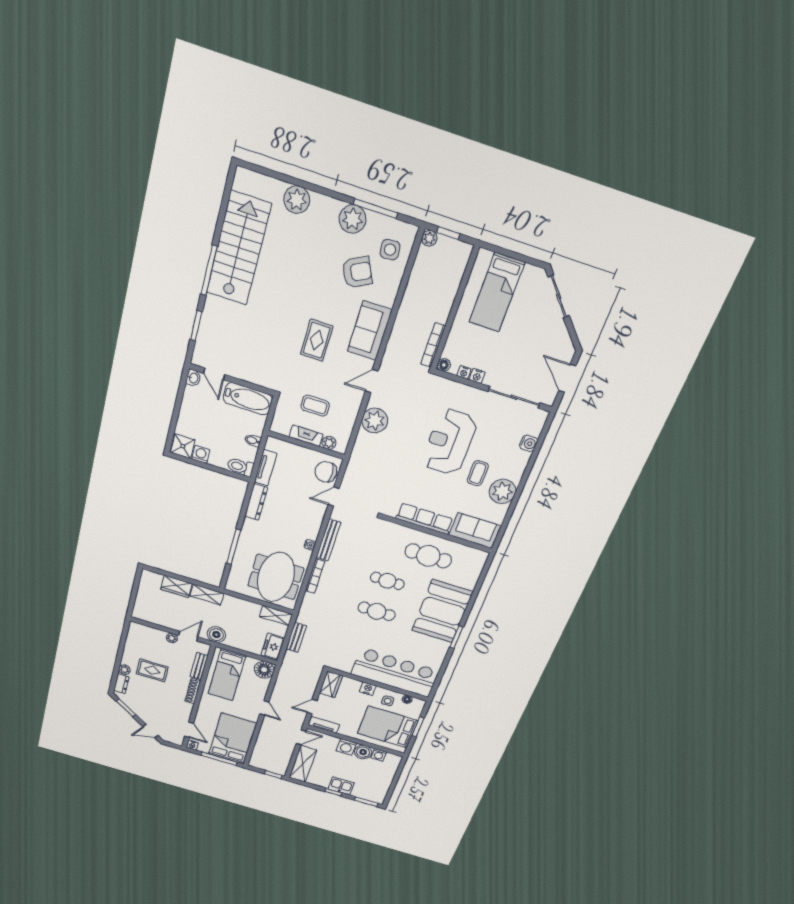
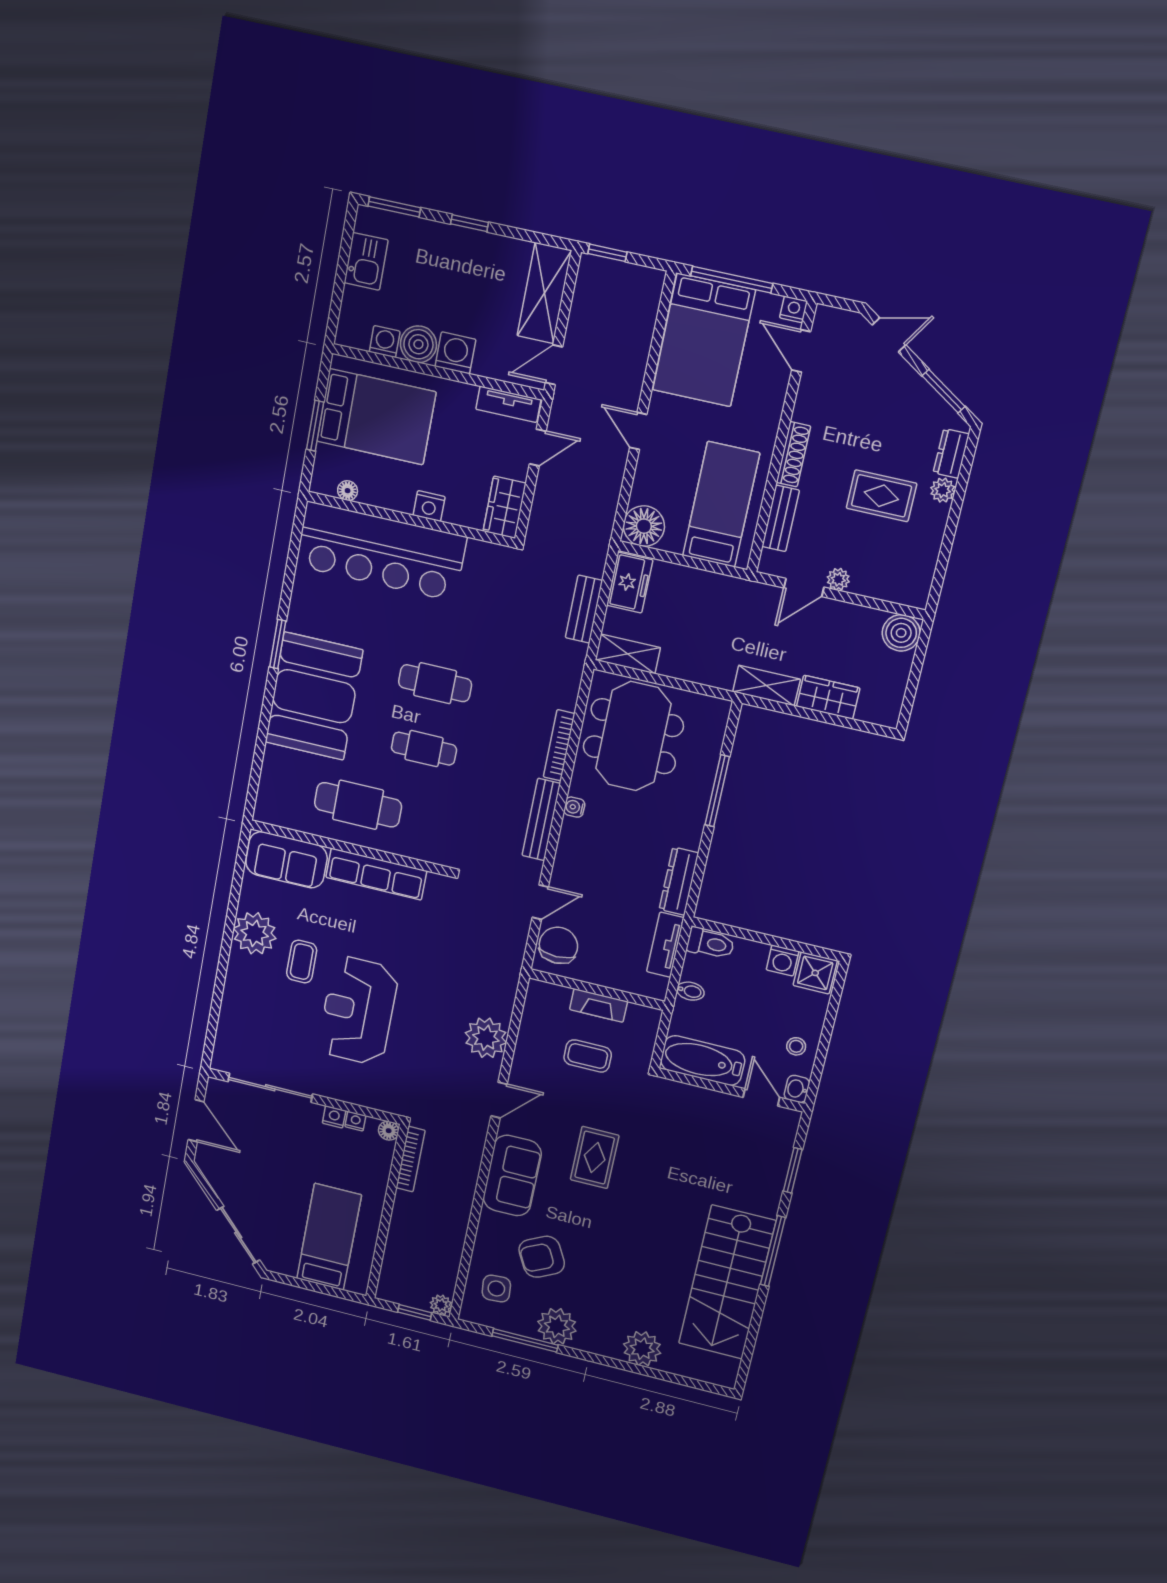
stool: (194, 404) -> (796, 1046), added
reception desk: (449, 442) -> (358, 1011), turned 180
plant: (329, 443) -> (558, 996), removed
water cooler: (529, 443) -> (231, 1017), removed
chair: (326, 472) -> (558, 945), turned -87
boiler: (216, 635) -> (901, 633), moved
side table: (388, 701) -> (385, 482), removed
kitchen sink: (341, 786) -> (366, 261), moved, turned -90

